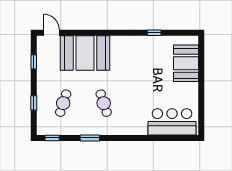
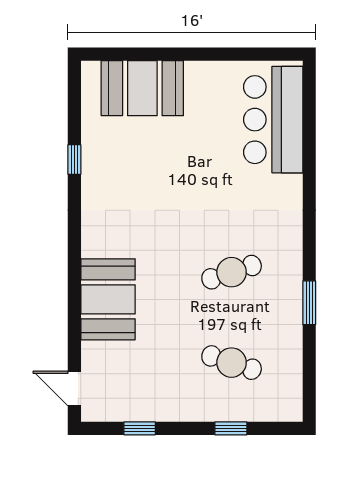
door: (52, 33) -> (74, 388), hinge flipped
booth: (85, 53) -> (108, 299), width x0.73, depth x0.70
window: (52, 138) -> (309, 387), removed

